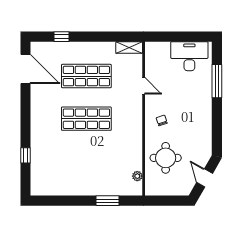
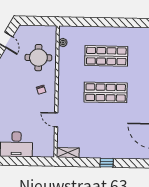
window: (61, 37) -> (107, 163), moved
shop shelf: (86, 76) -> (106, 56), moved
window: (108, 201) -> (89, 22), removed

